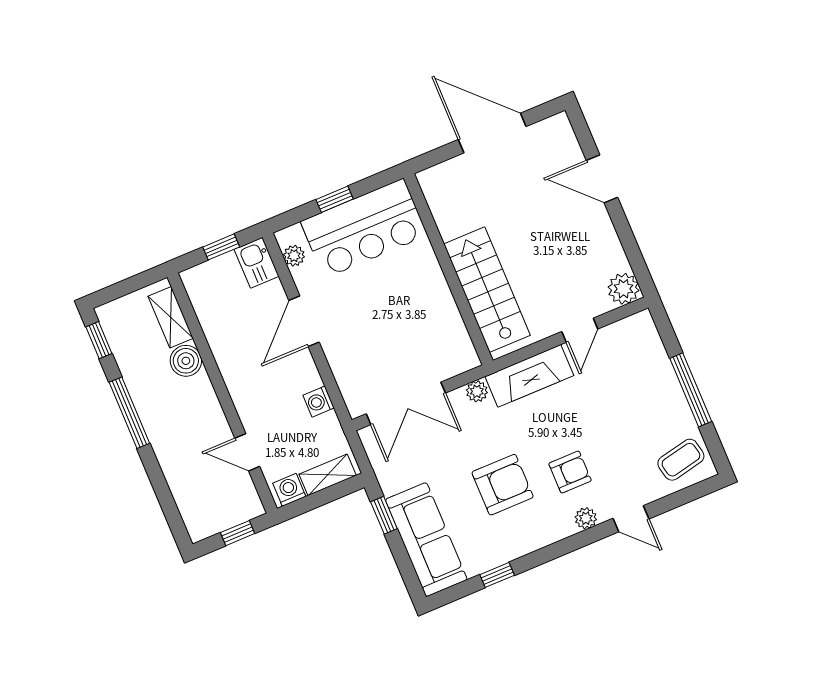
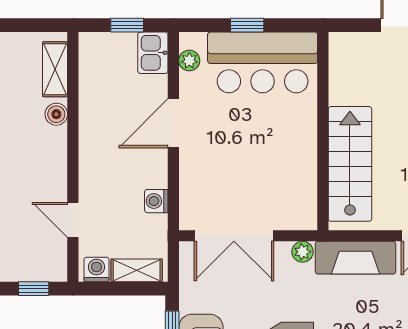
boiler: (186, 361) -> (56, 114), width x0.73, depth x0.73

